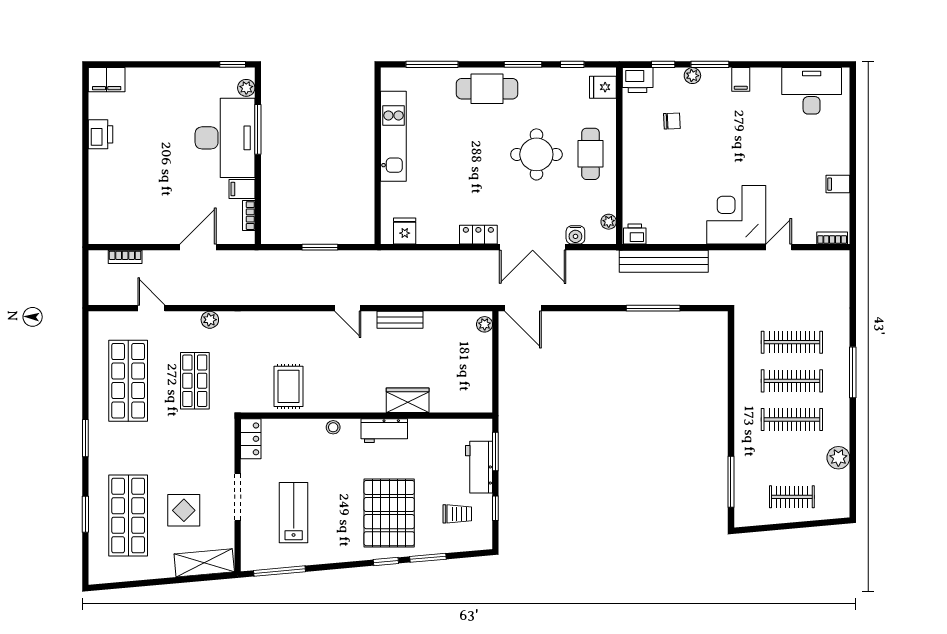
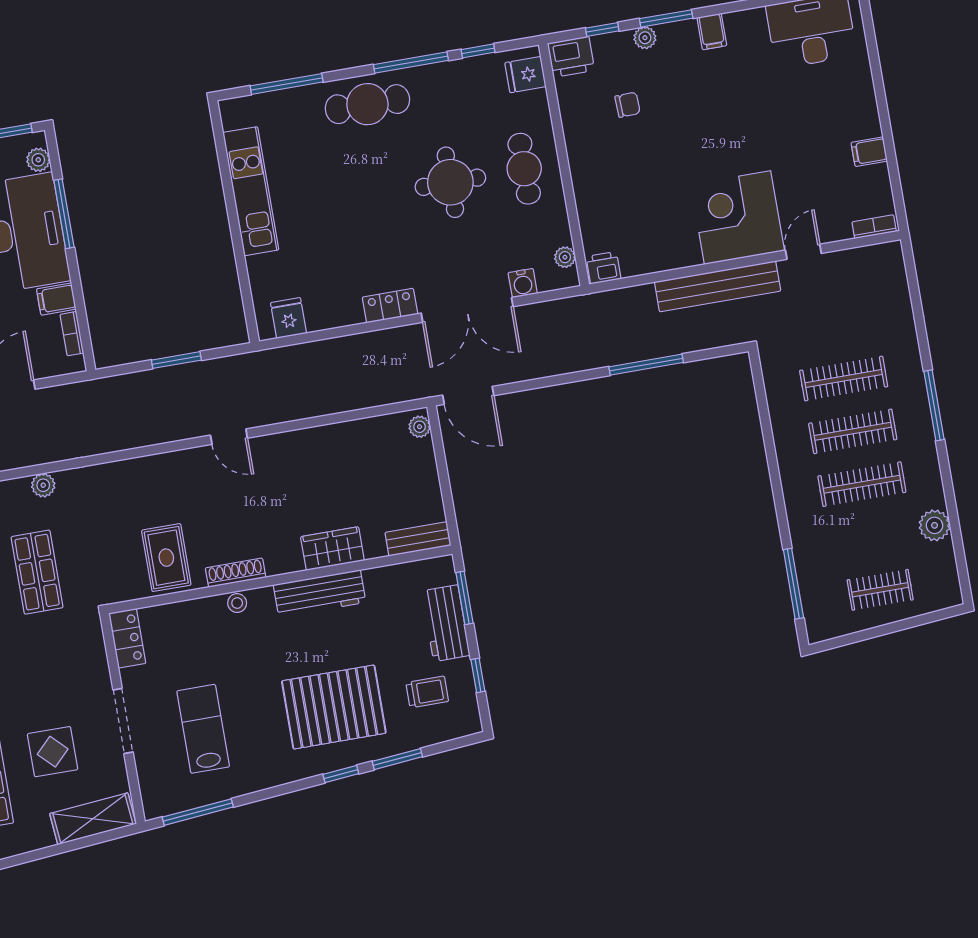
window: (523, 64) -> (411, 62), width x1.44
bench: (664, 261) -> (718, 286), moved
bench: (400, 320) -> (418, 539), moved
shoe rack: (336, 405) -> (236, 573), added
workbench: (384, 431) -> (320, 594), width x1.38
pallet: (389, 513) -> (334, 707), turned 90

